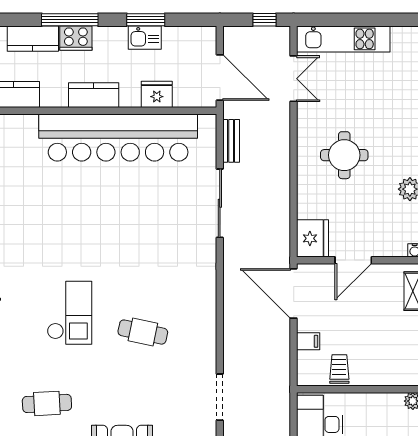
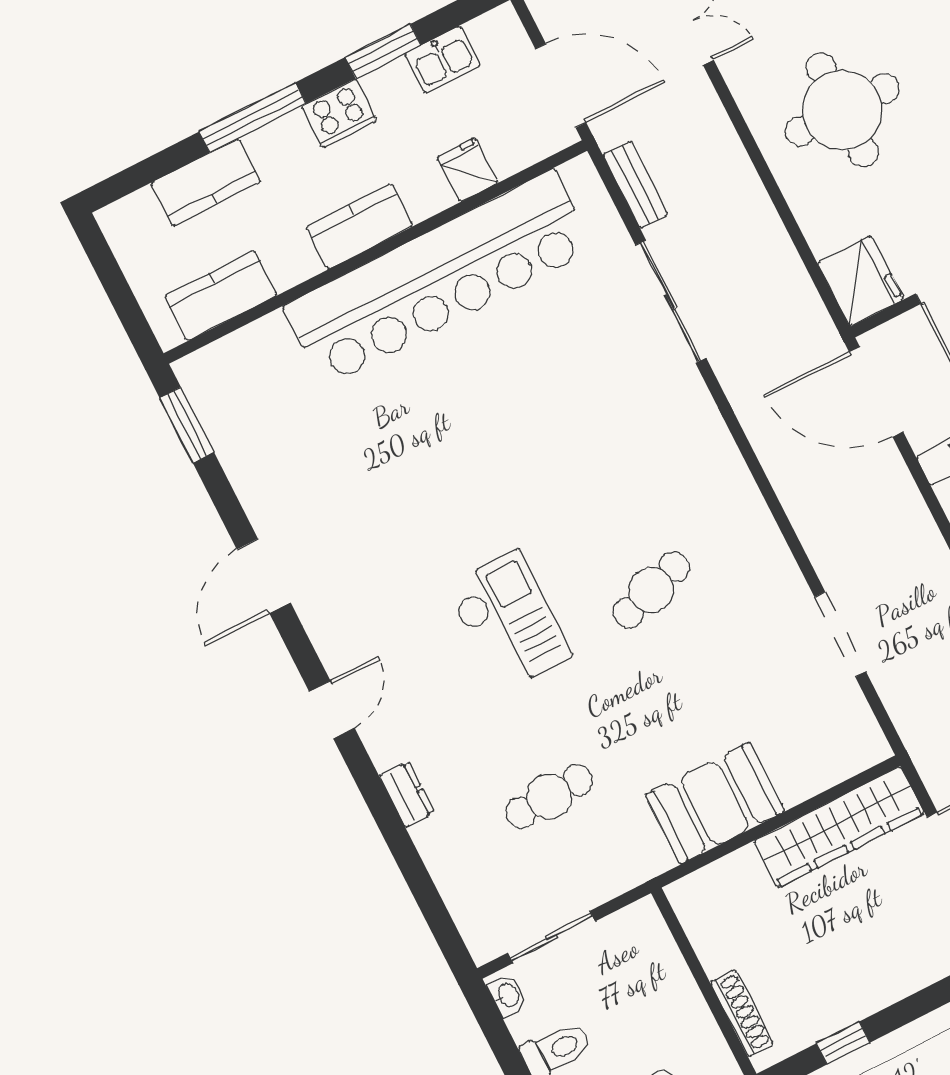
cooker: (76, 38) -> (339, 113), moved
kitchen sink: (145, 38) -> (443, 60), moved
fridge: (157, 94) -> (467, 170), width x0.72
round table: (344, 155) -> (842, 110), width x1.36, depth x1.36
cafe table: (143, 332) -> (651, 590), turned -30

